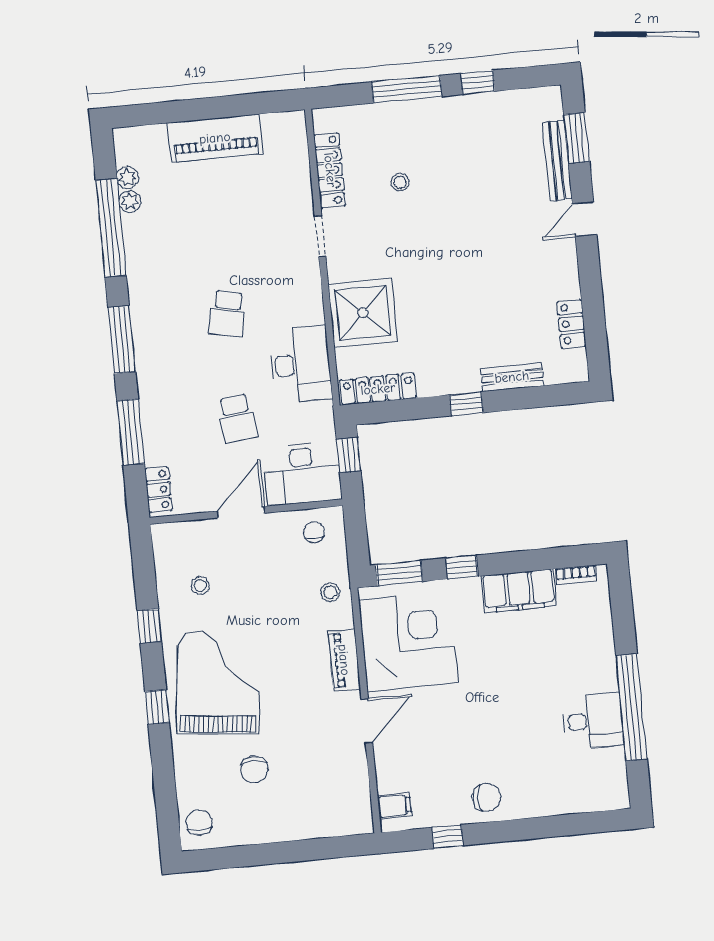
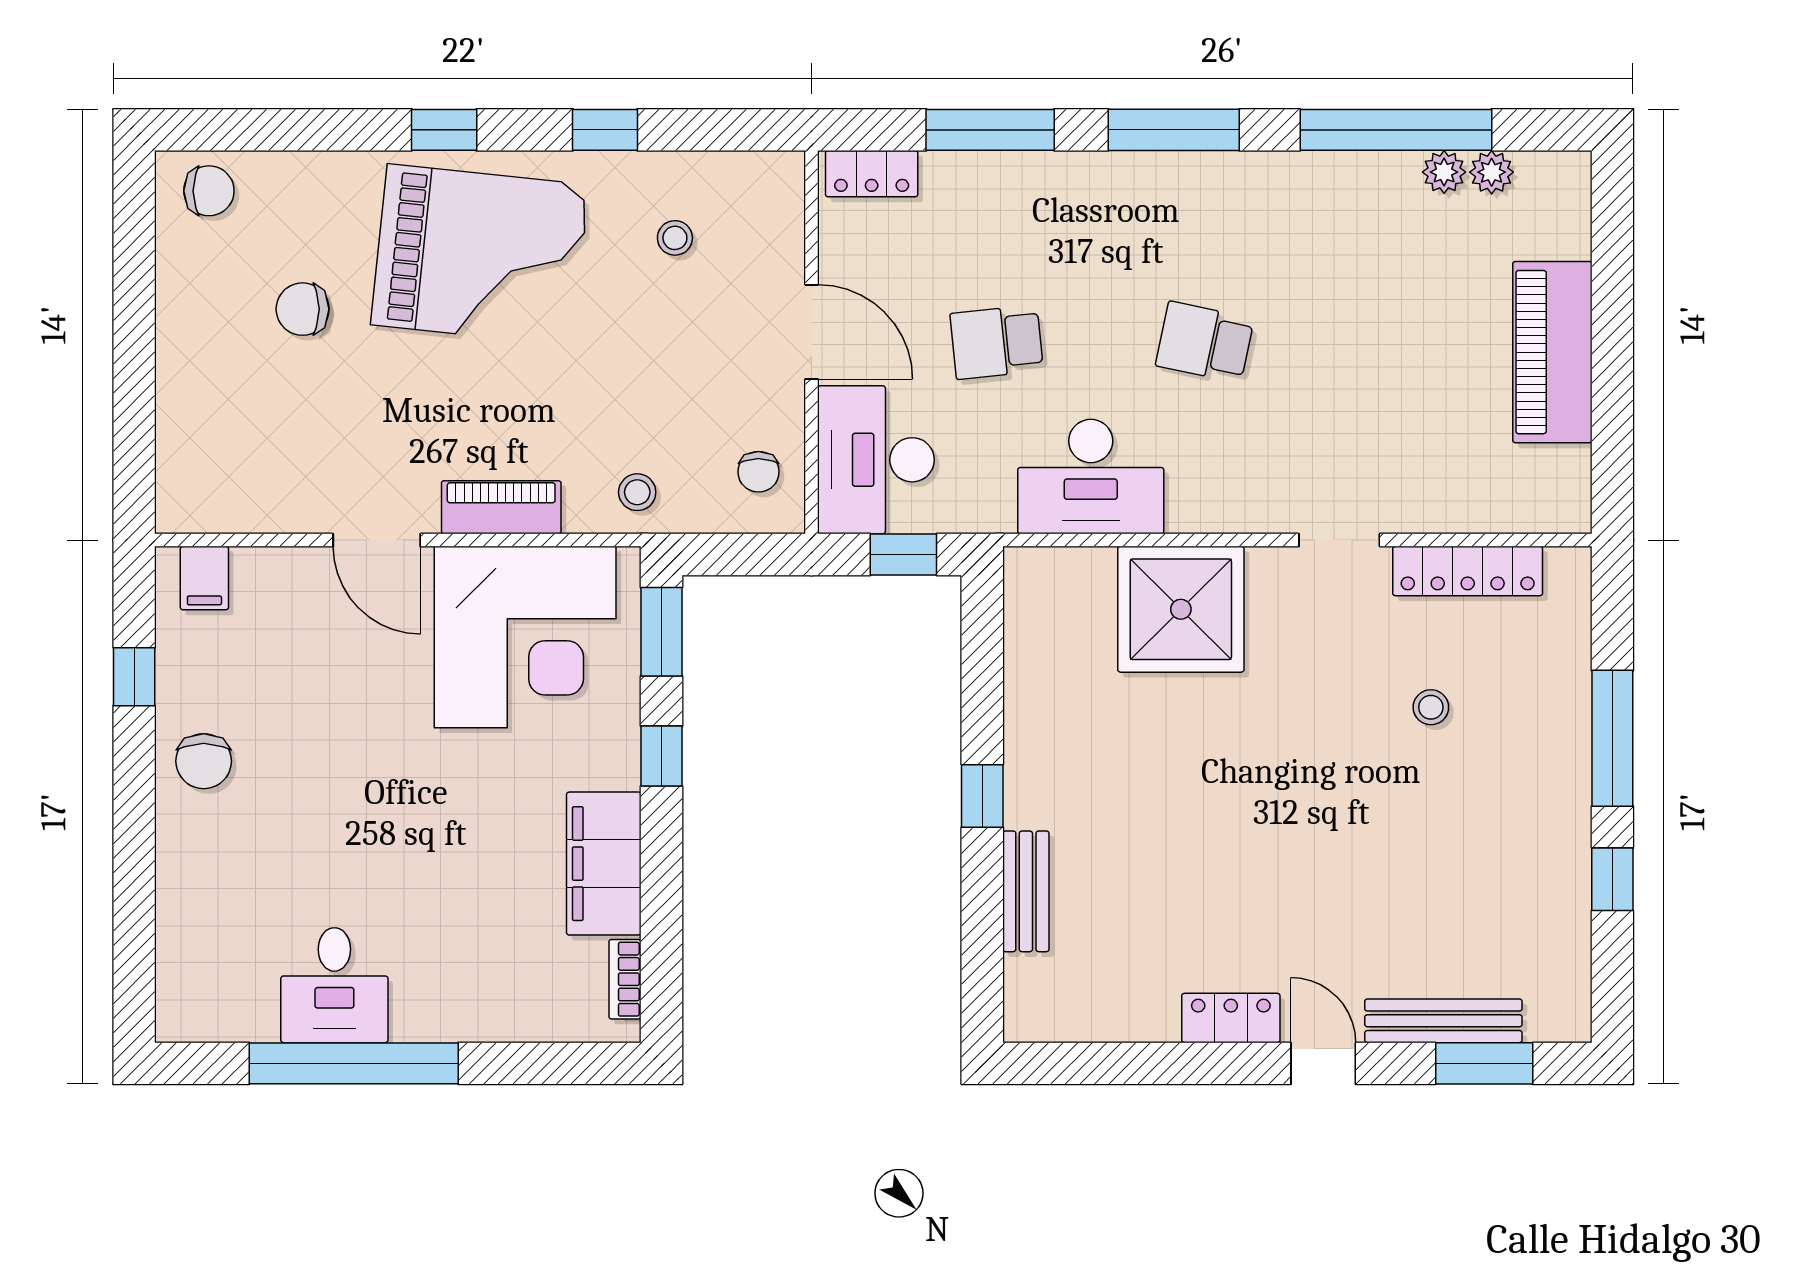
locker: (572, 324) -> (1231, 1018), moved
locker: (378, 389) -> (1028, 625), removed
chair: (314, 532) -> (758, 472), turned 90

